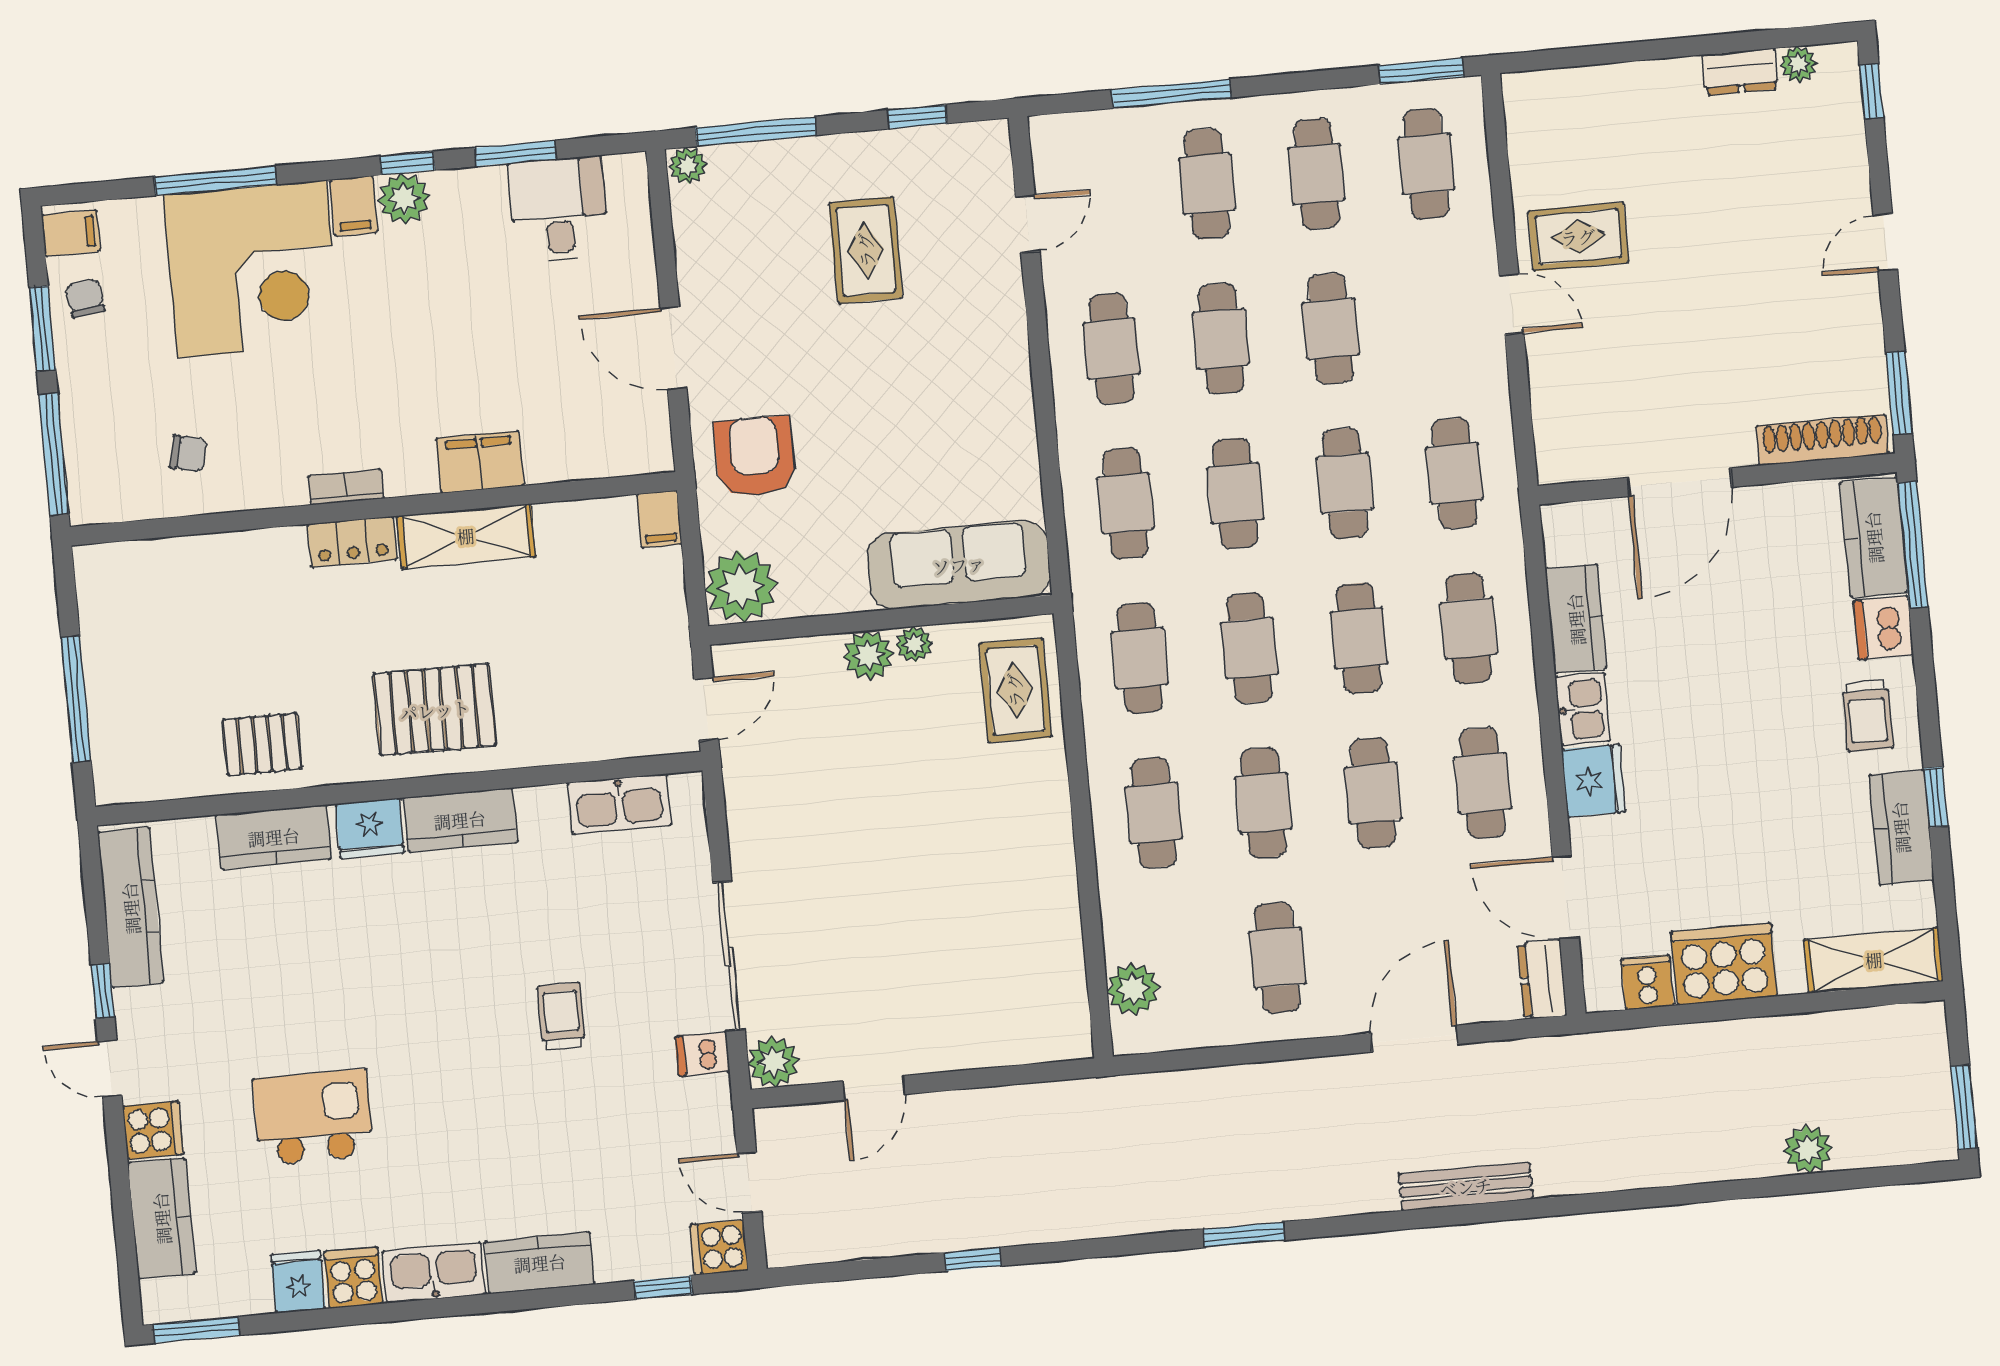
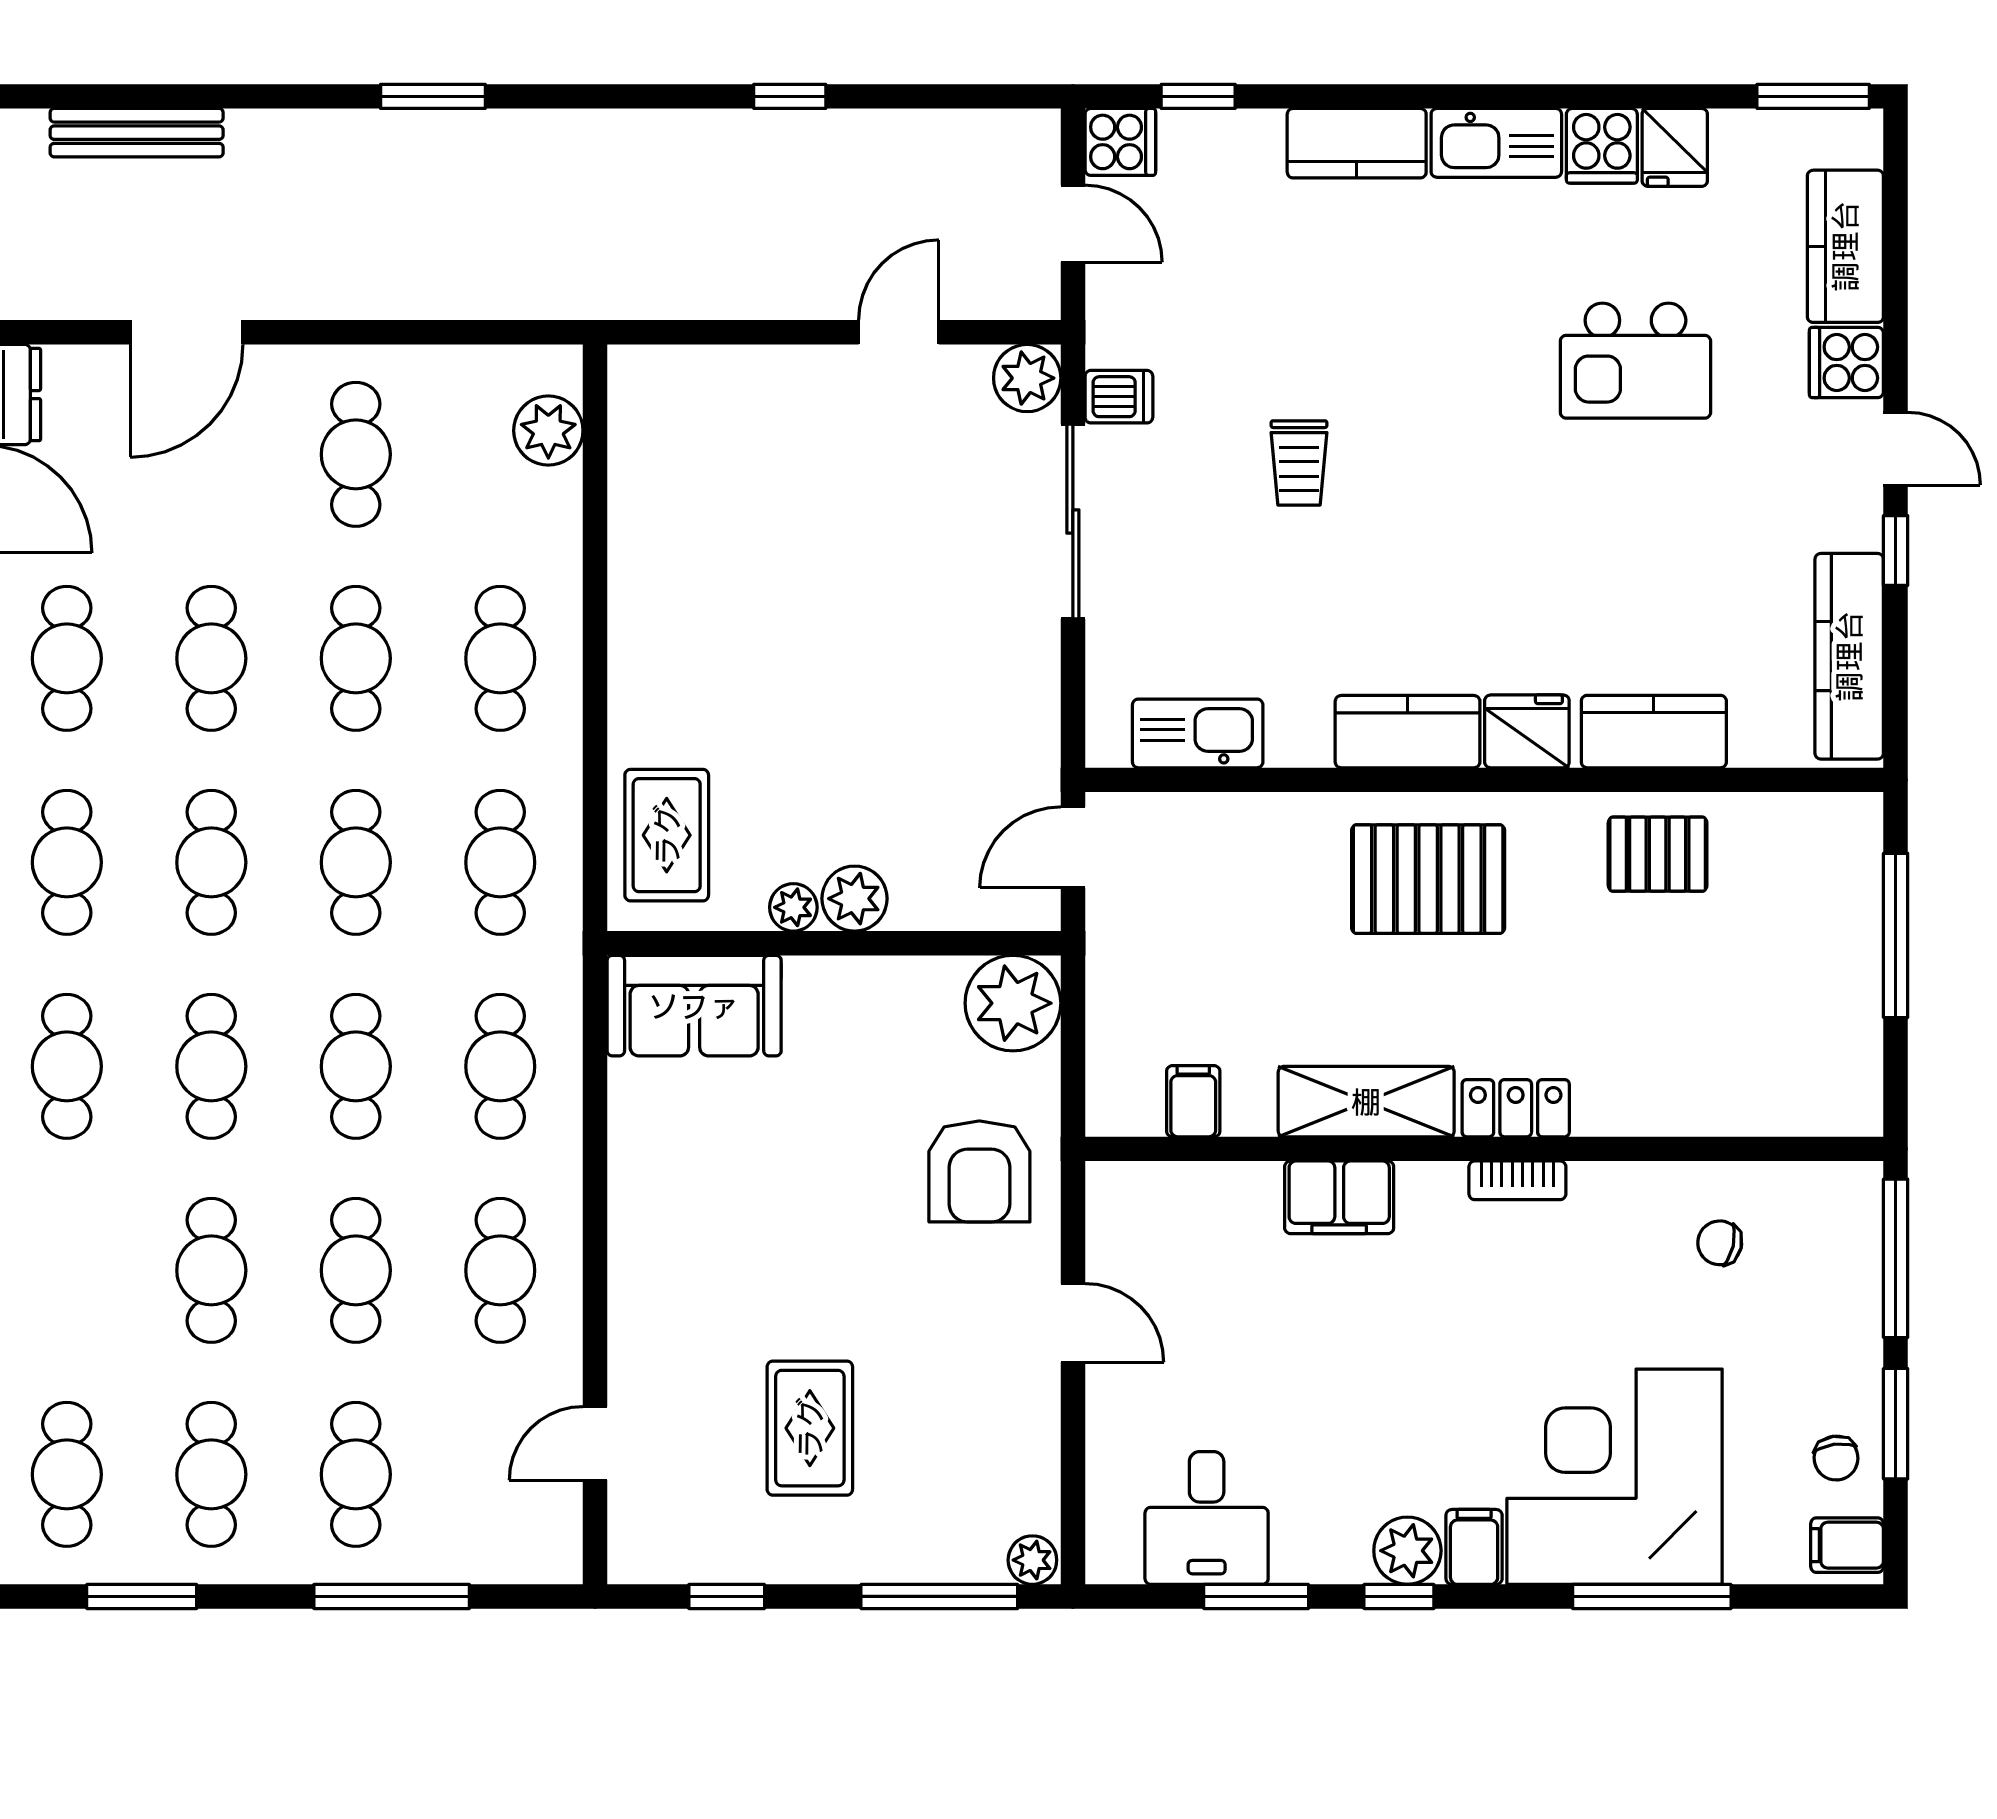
window: (1421, 71) -> (142, 1596), moved
door: (673, 348) -> (1073, 1323), width x0.73
filing cabinet: (659, 519) -> (1193, 1101), moved
sofa: (959, 565) -> (694, 1006), width x0.73

